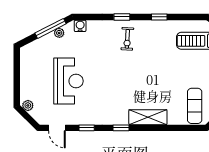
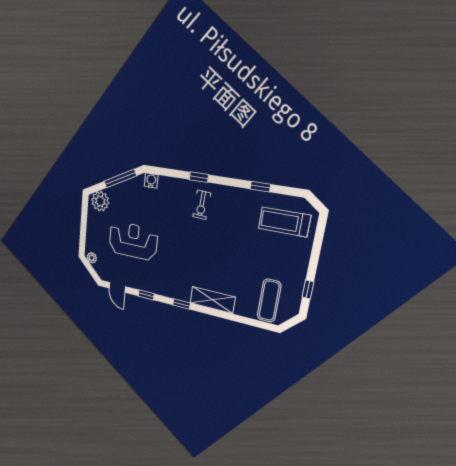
window: (159, 17) -> (260, 187), moved
plant: (59, 33) -> (100, 201), moved, width x1.88, depth x1.88
reception desk: (68, 81) -> (133, 241), turned -90

